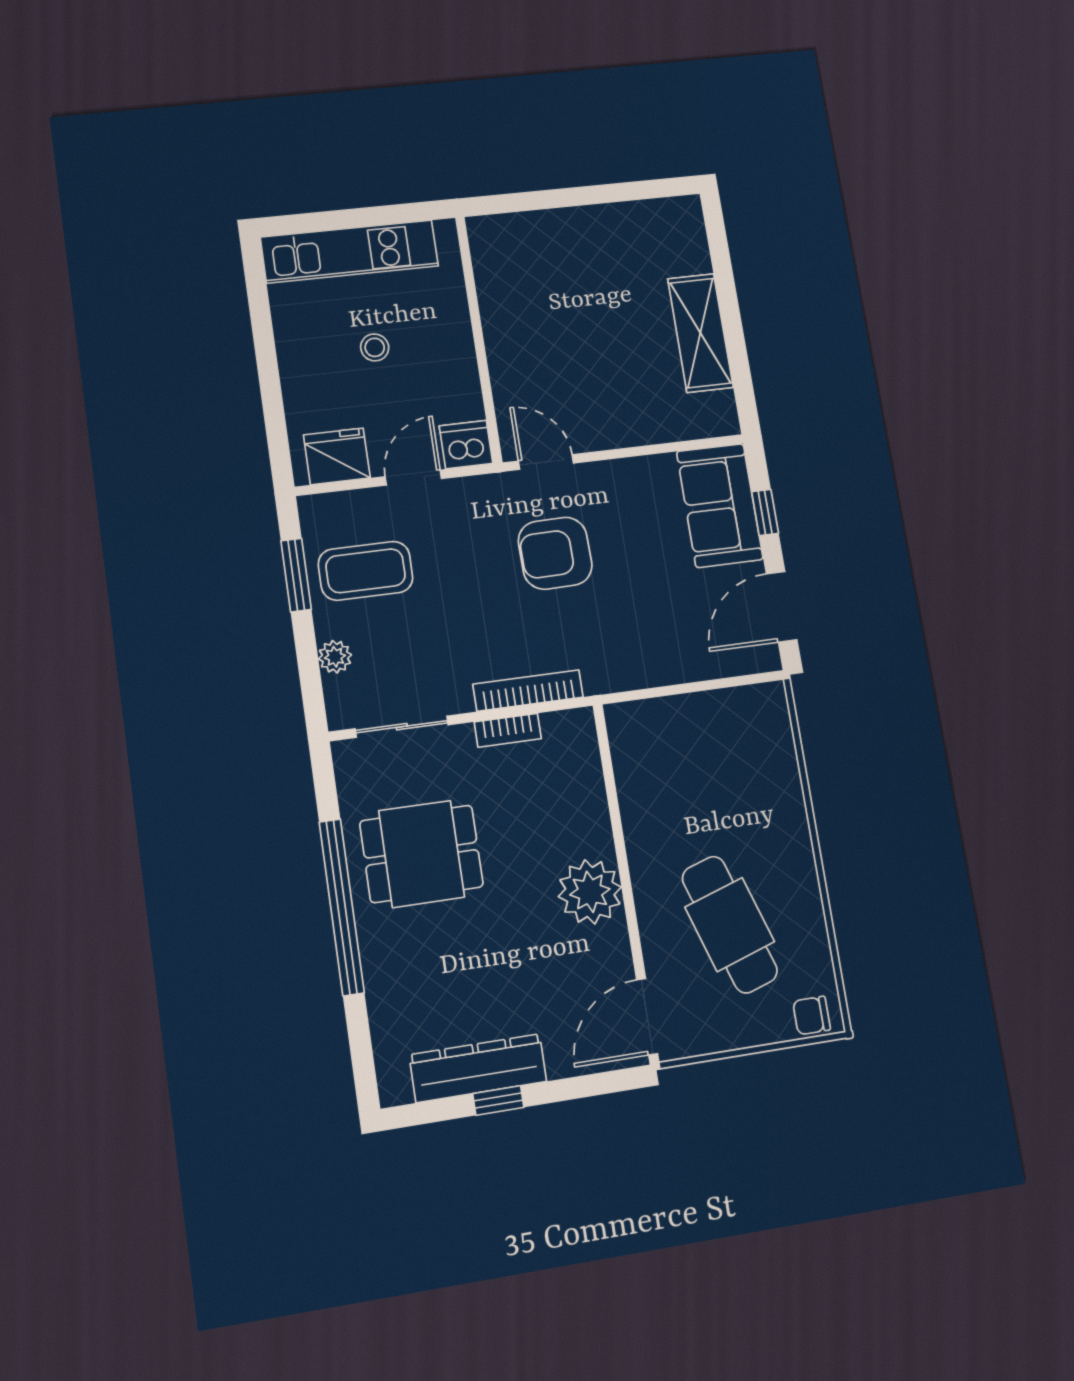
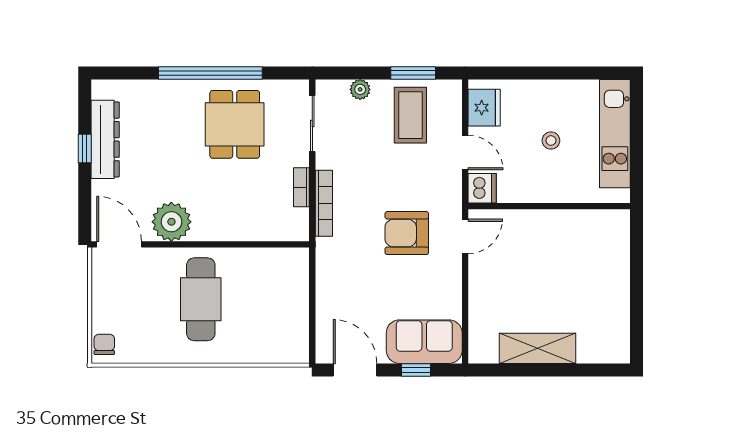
armchair: (555, 553) -> (407, 233), turned -89
plant: (590, 892) -> (171, 222), moved
cafe table: (730, 924) -> (201, 299), moved, turned -72

